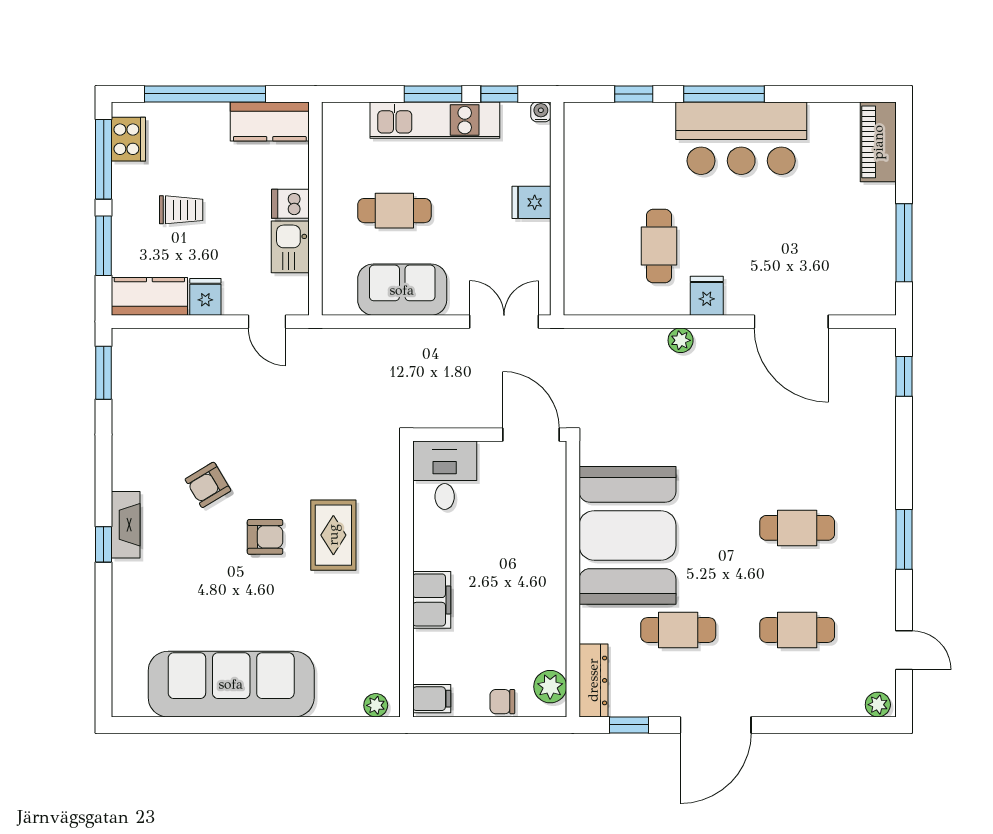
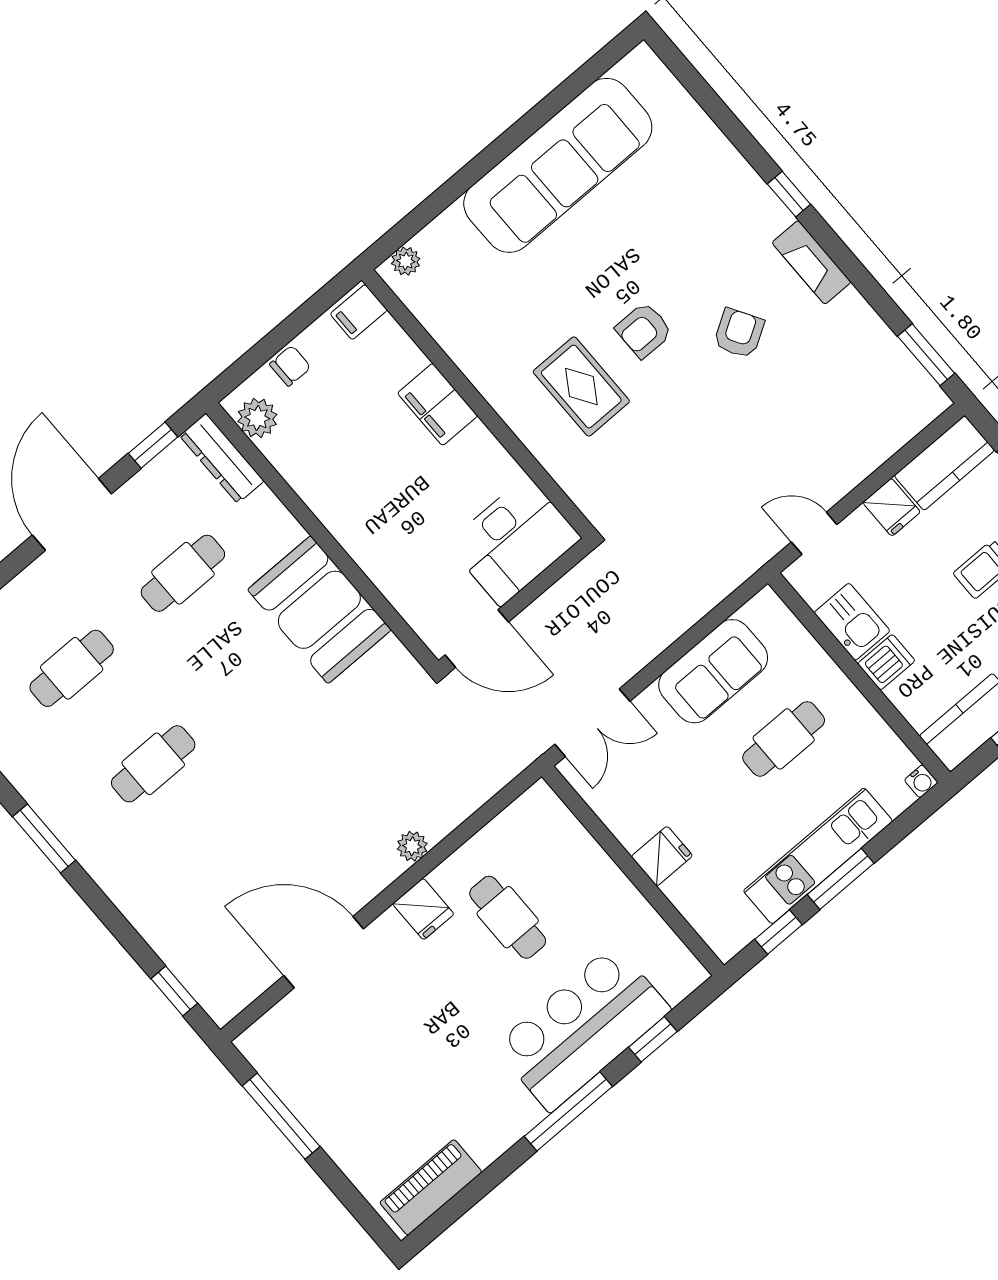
water cooler: (541, 112) -> (921, 781), moved
bar counter: (741, 138) -> (582, 1028), moved
piano: (878, 142) -> (431, 1187), moved, turned -90
desk: (445, 475) -> (514, 541), width x1.37
fireplace: (126, 525) -> (811, 262), moved
booth: (627, 535) -> (319, 610), width x0.73, depth x0.70

